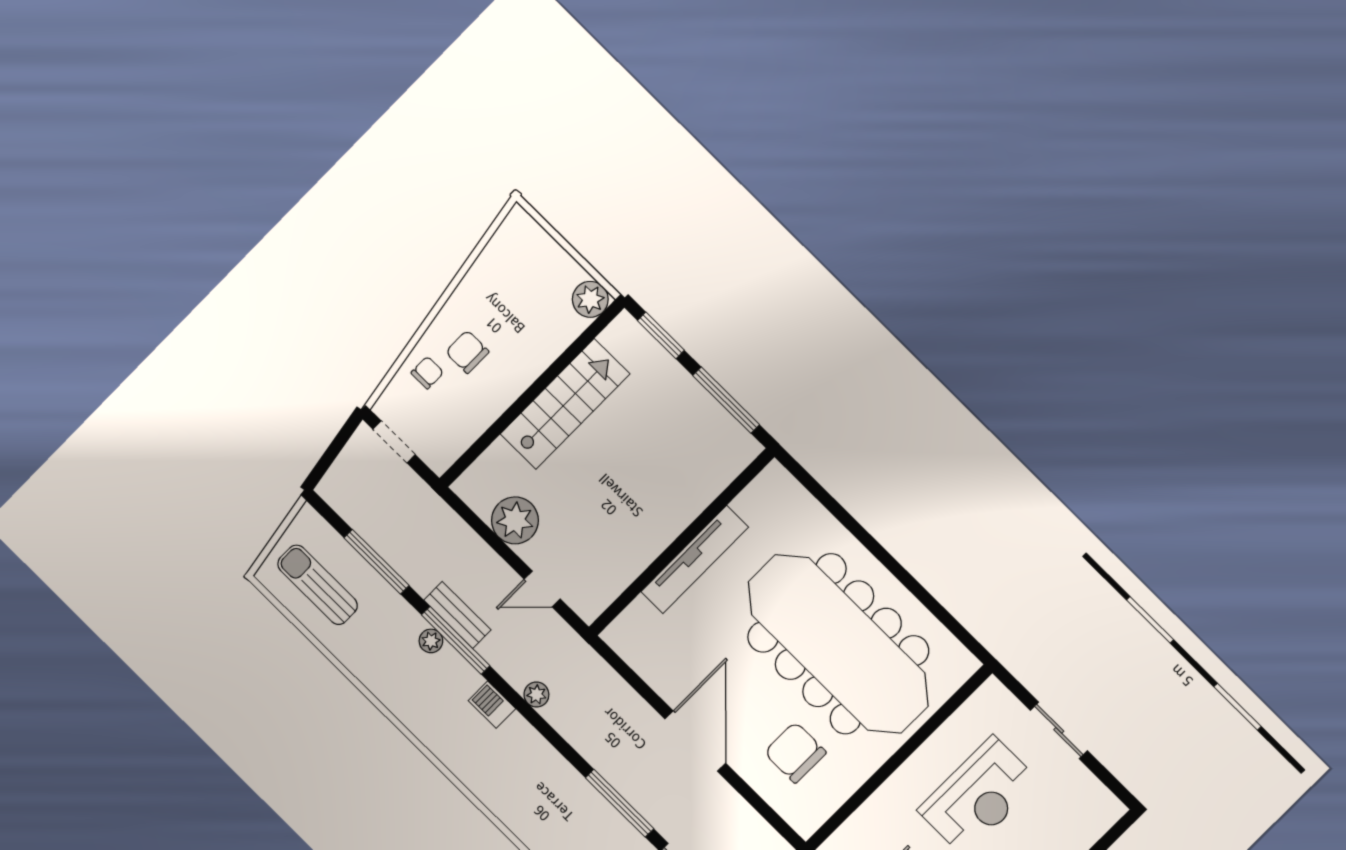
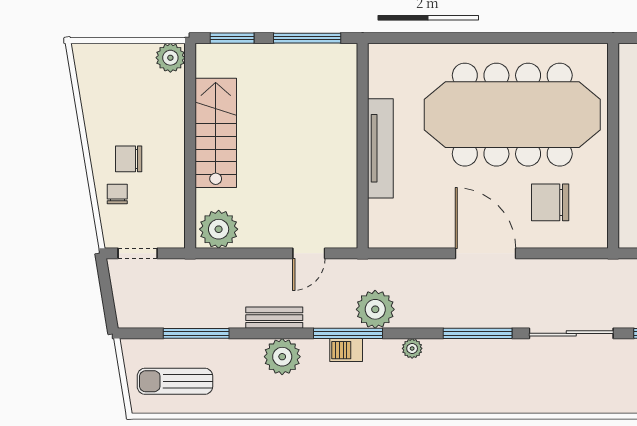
plant: (515, 520) -> (219, 229), moved
window: (456, 640) -> (348, 333), moved
plant: (431, 641) -> (282, 357), width x1.87, depth x1.87
plant: (536, 695) -> (375, 309), width x1.87, depth x1.87
plant: (550, 760) -> (412, 348), added

